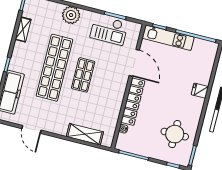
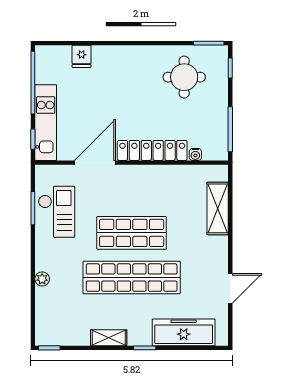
plant: (71, 15) -> (42, 279), width x0.53, depth x0.53
shelving: (23, 29) -> (109, 338), moved
shop shelf: (83, 75) -> (132, 233), width x1.43, depth x1.36
fridge: (200, 91) -> (82, 56), moved

